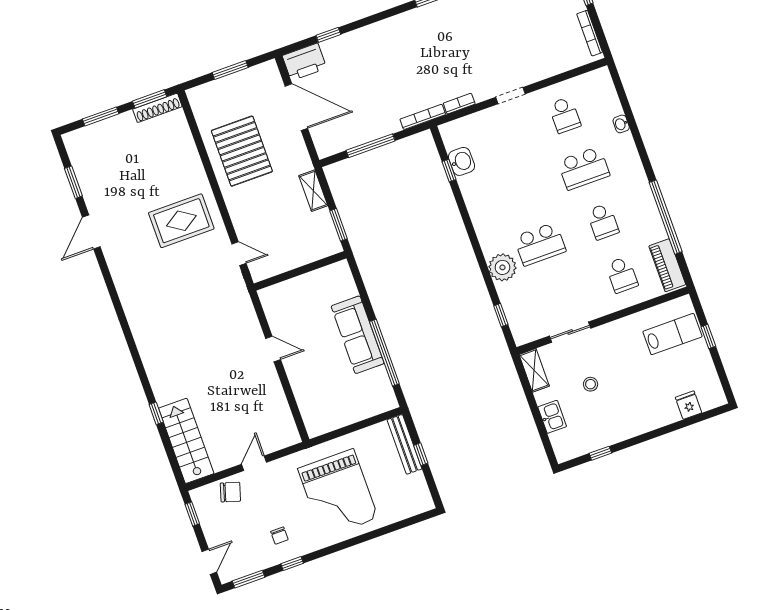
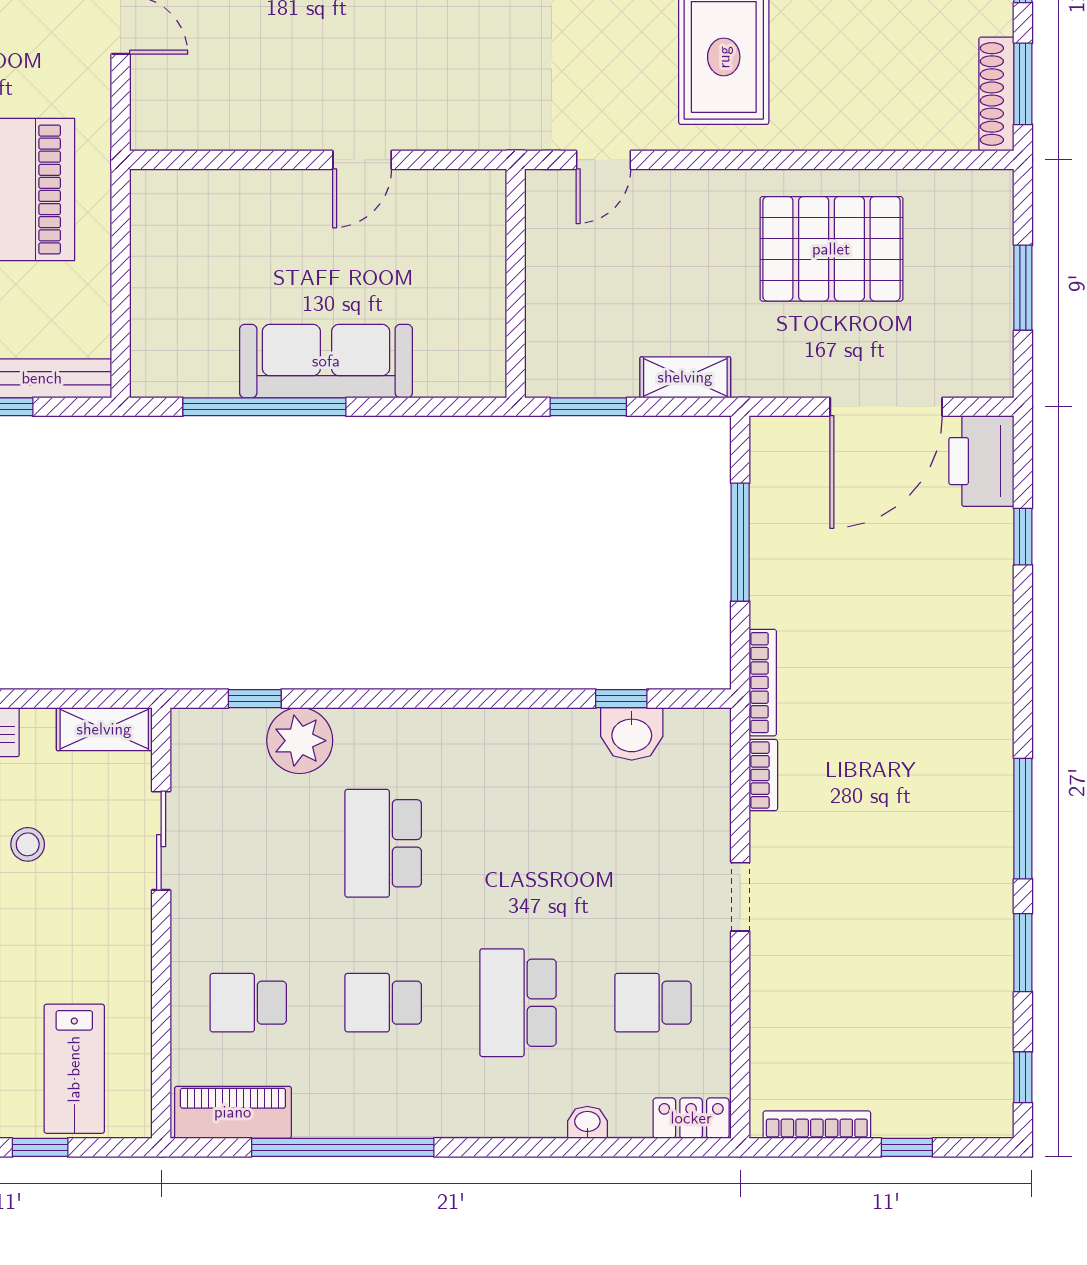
locker: (605, 84) -> (691, 1118), added
plant: (502, 267) -> (300, 741), moved

